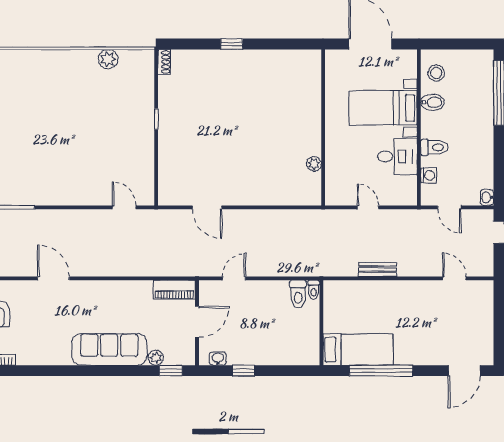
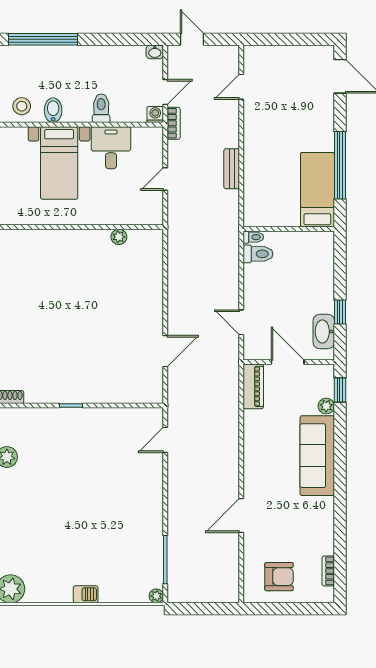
washing machine: (428, 175) -> (155, 115), moved
bookcase: (420, 215) -> (174, 123), added
washbasin: (218, 359) -> (324, 331), width x1.91, depth x1.45

